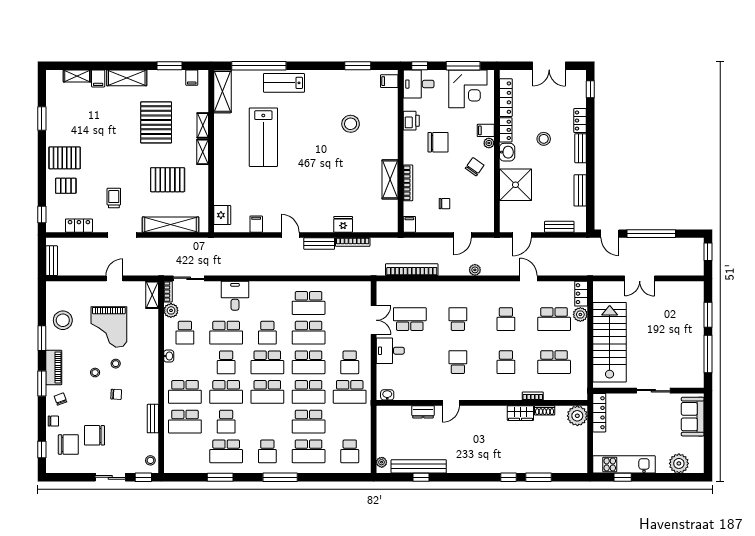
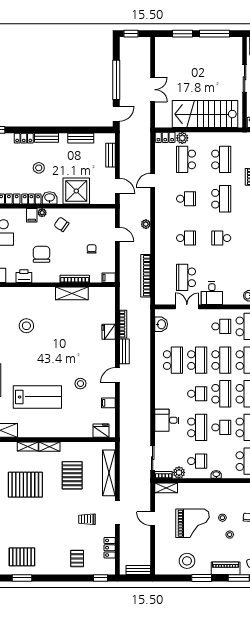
pallet: (65, 158) -> (22, 557), moved, turned 90
stool: (280, 190) -> (80, 384), added
washbasin: (352, 289) -> (161, 324), added
school desk: (458, 319) -> (186, 238), turned 180
school desk: (554, 319) -> (186, 159), turned 180
school desk: (506, 362) -> (221, 199), width x1.85

